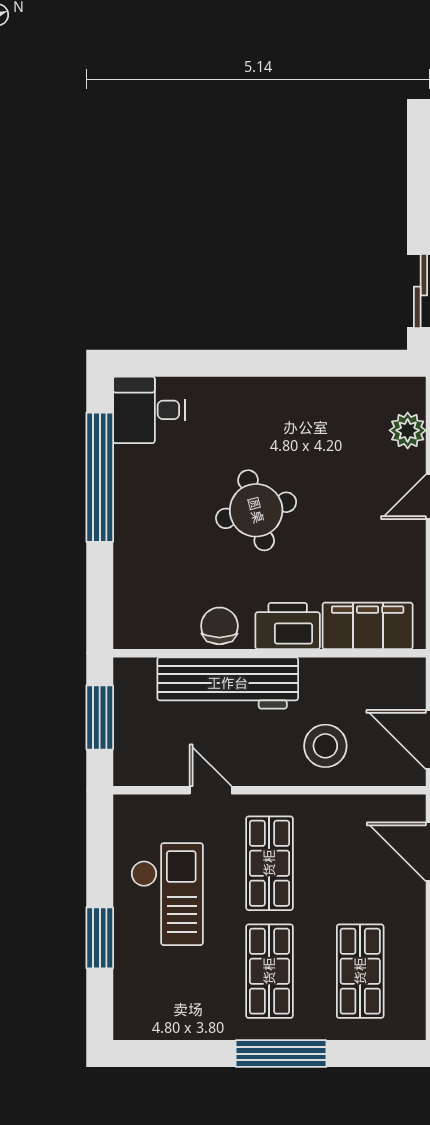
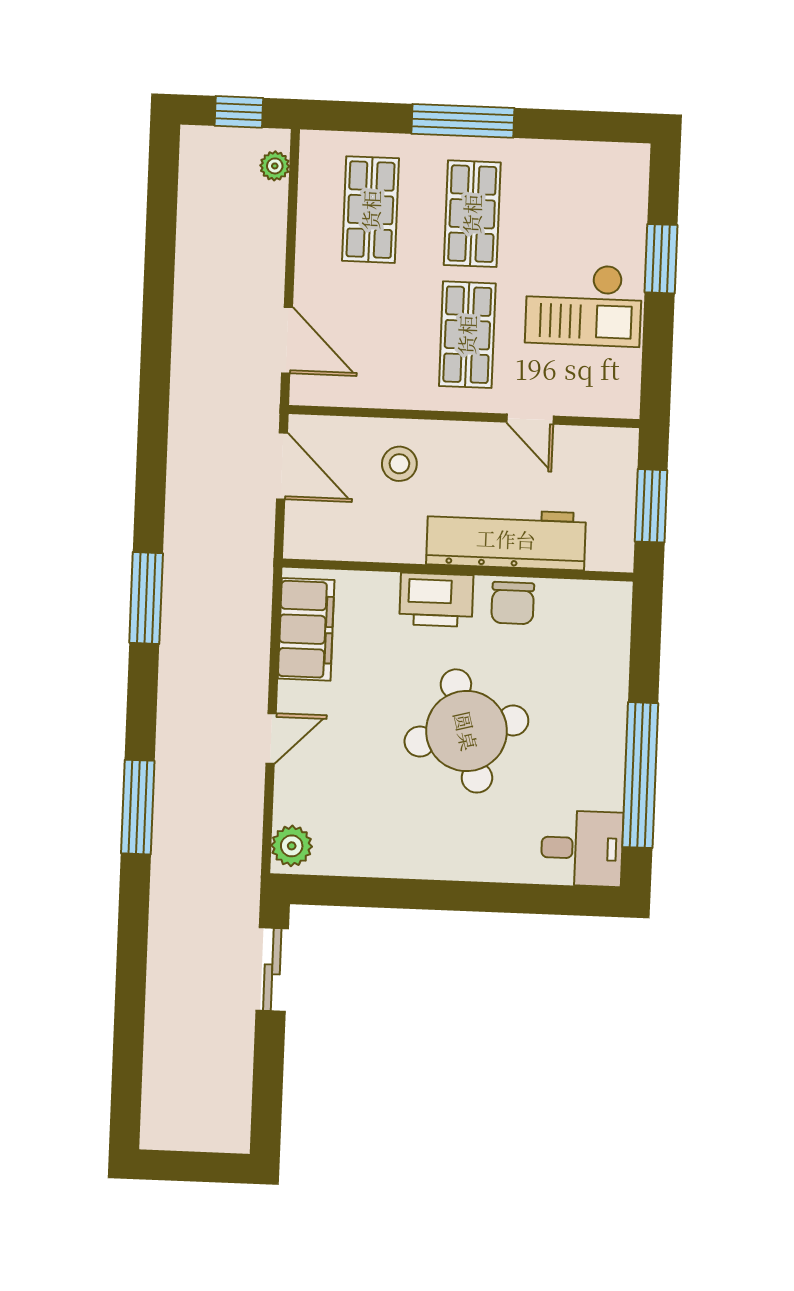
plant: (408, 430) -> (292, 846), moved
round table: (256, 510) -> (466, 731), width x1.36, depth x1.36
filing cabinet: (368, 626) -> (306, 629), moved, turned -90
stool: (325, 746) -> (399, 464), width x0.73, depth x0.73
checkout: (167, 894) -> (584, 305), turned -90

